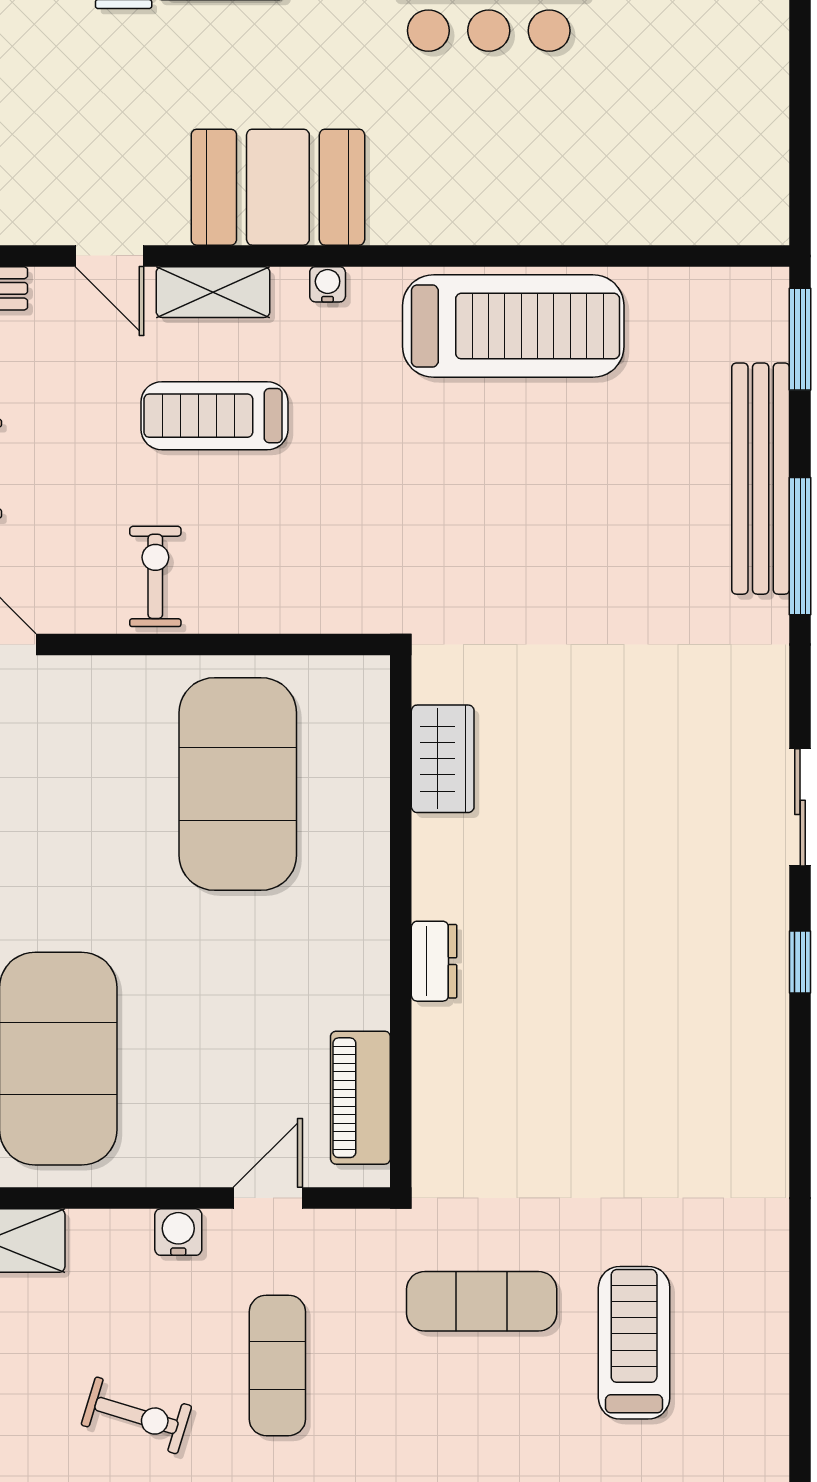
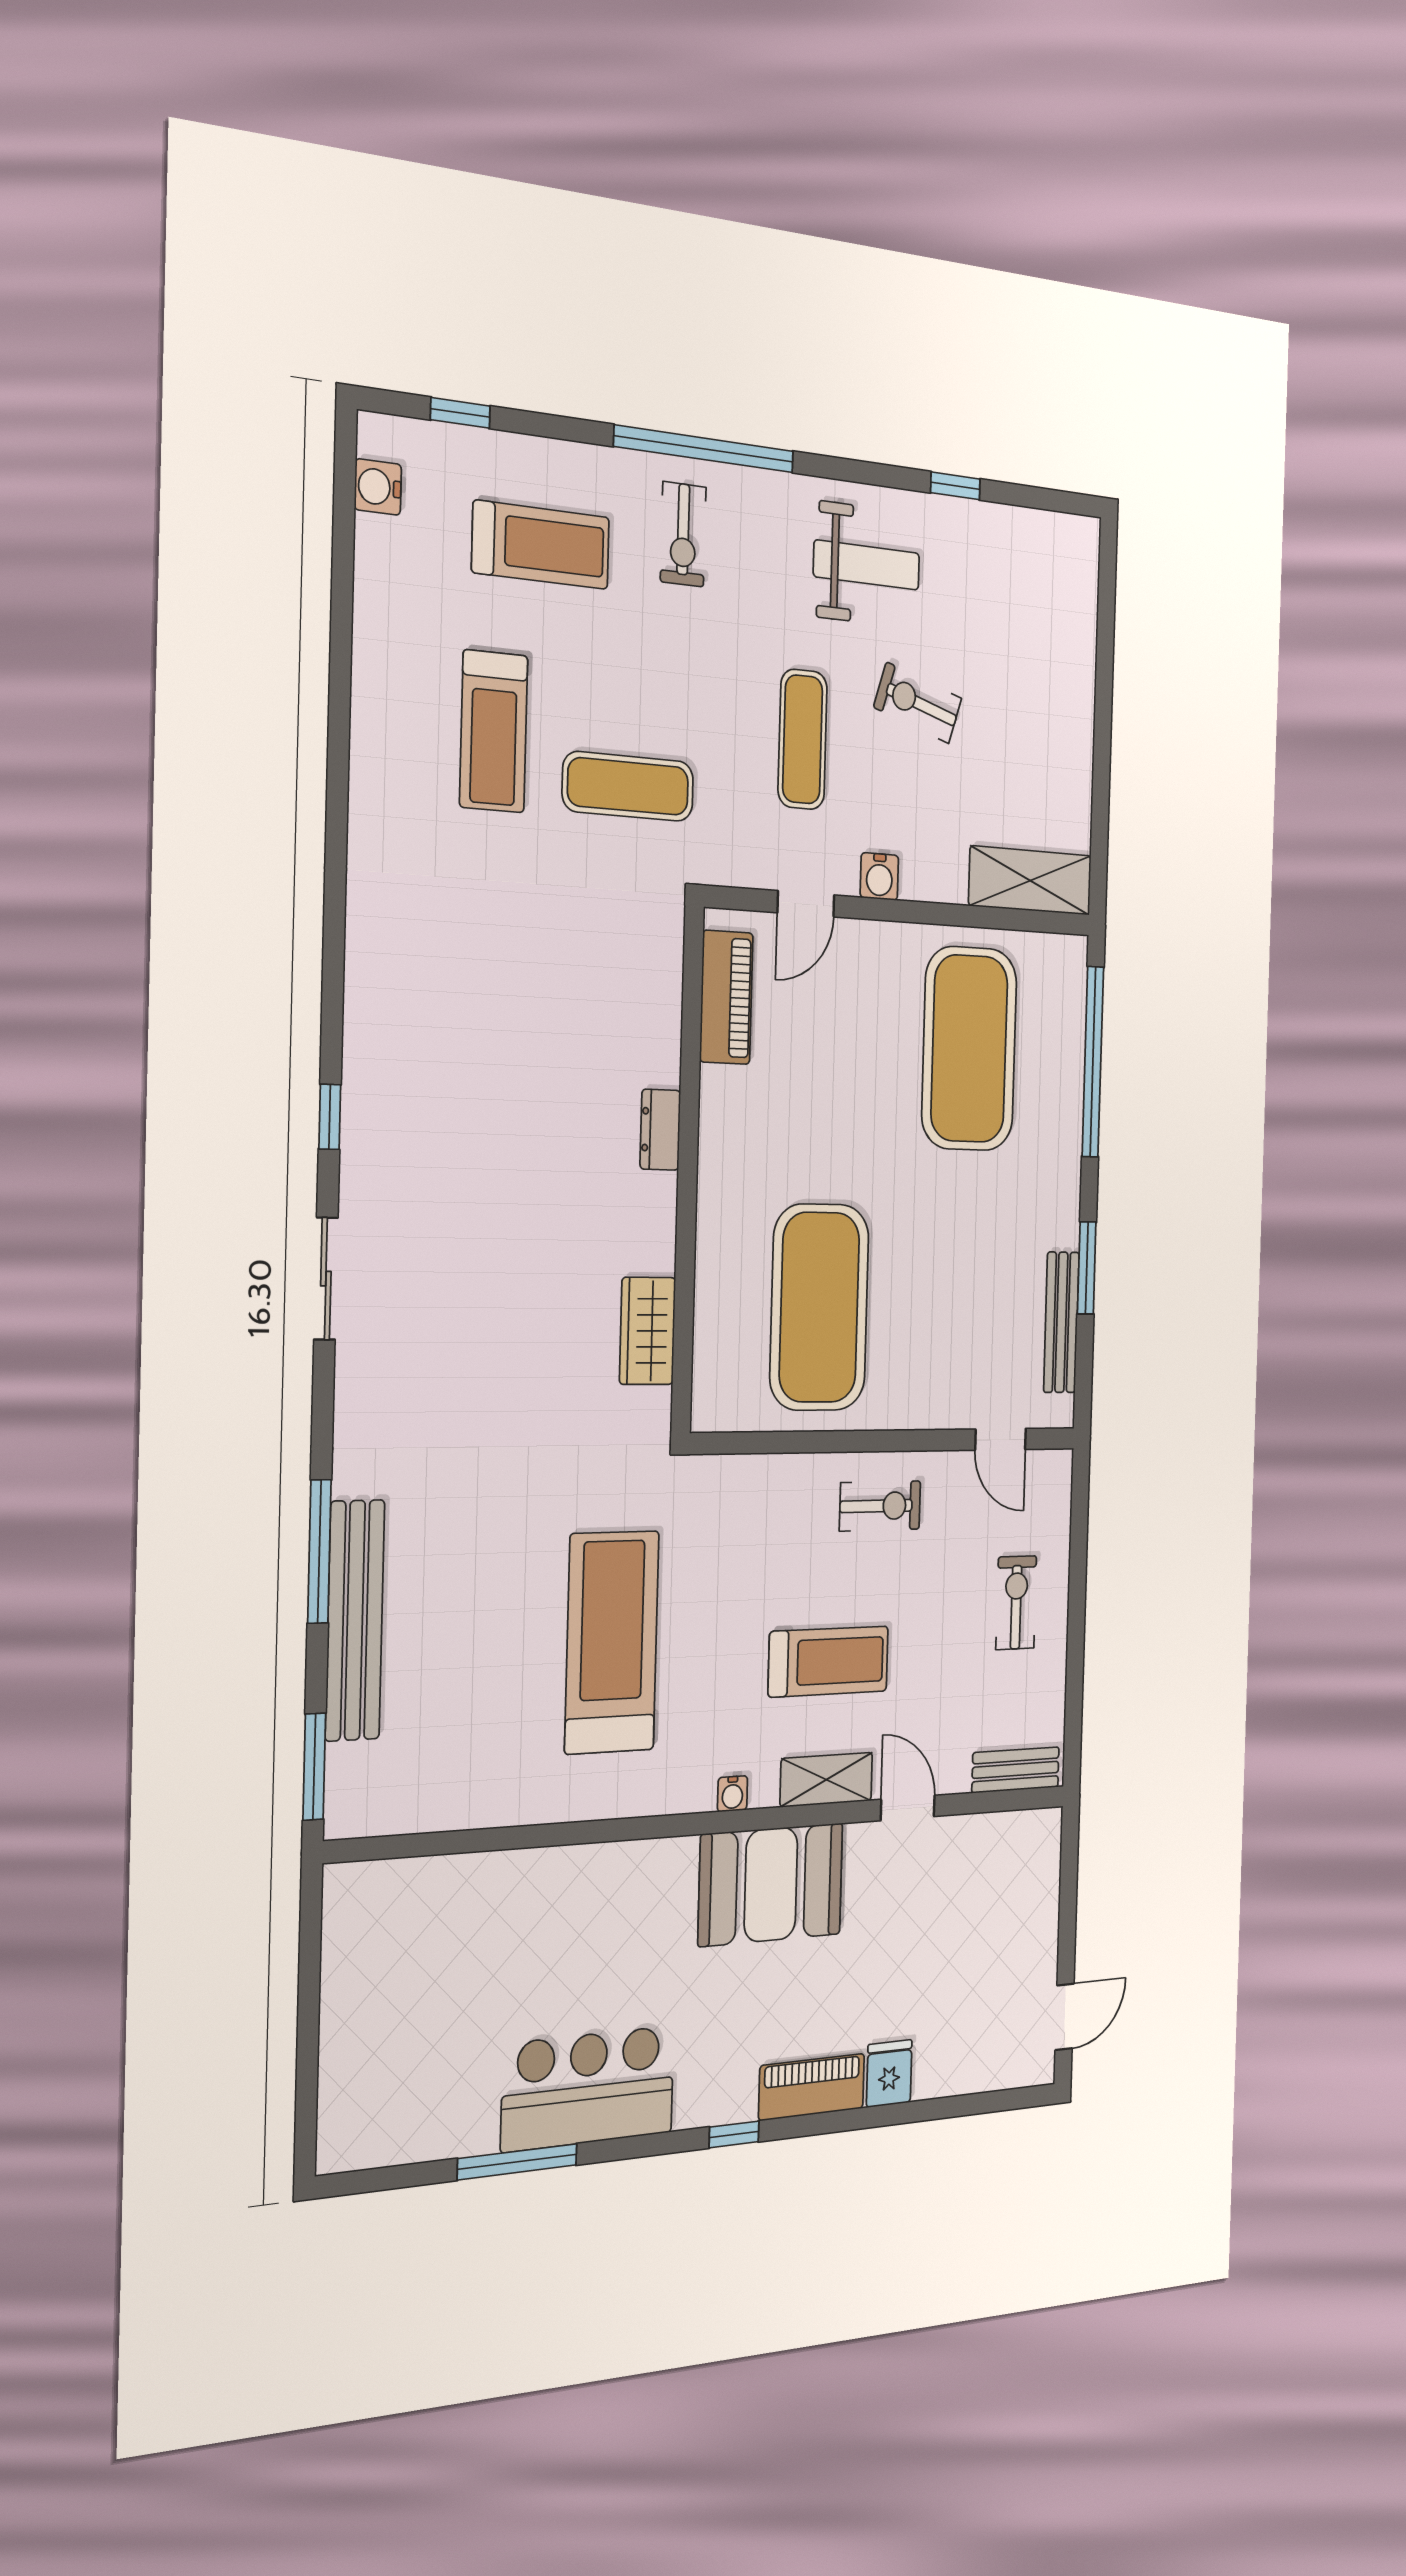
treadmill: (513, 326) -> (612, 1642), moved, turned 90
exercise bike: (155, 576) -> (880, 1506), turned -90

